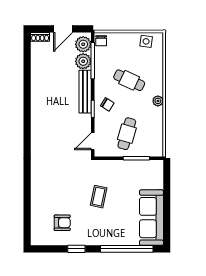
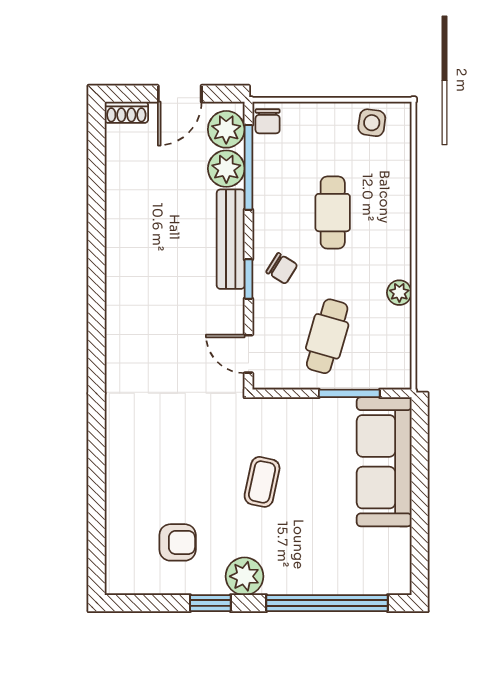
cafe table: (129, 80) -> (333, 213), turned 65
plant: (158, 101) -> (399, 293), moved
door: (93, 141) -> (248, 354), hinge flipped
sofa: (151, 218) -> (384, 462), moved
plant: (91, 237) -> (244, 576), added

